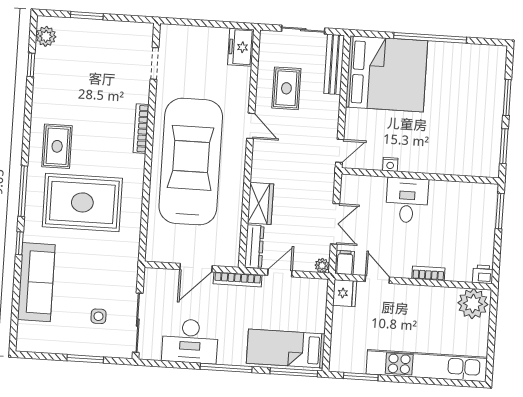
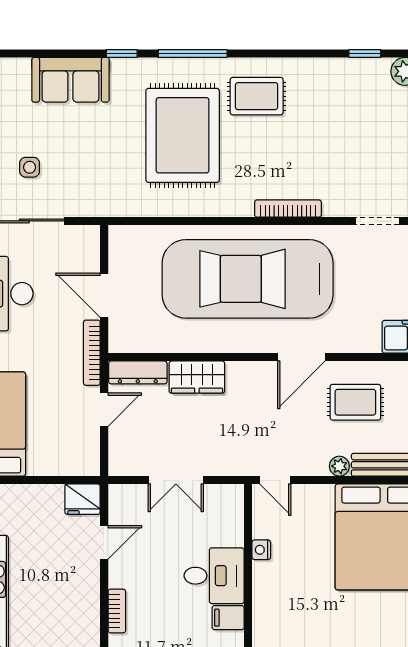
door: (251, 126) -> (301, 357), width x1.38
car: (191, 162) -> (248, 279), turned 180
filing cabinet: (345, 263) -> (228, 618), moved, turned 180
plant: (322, 266) -> (339, 466), moved
door: (280, 273) -> (104, 410), hinge flipped
sofa: (36, 282) -> (70, 80), width x0.73

